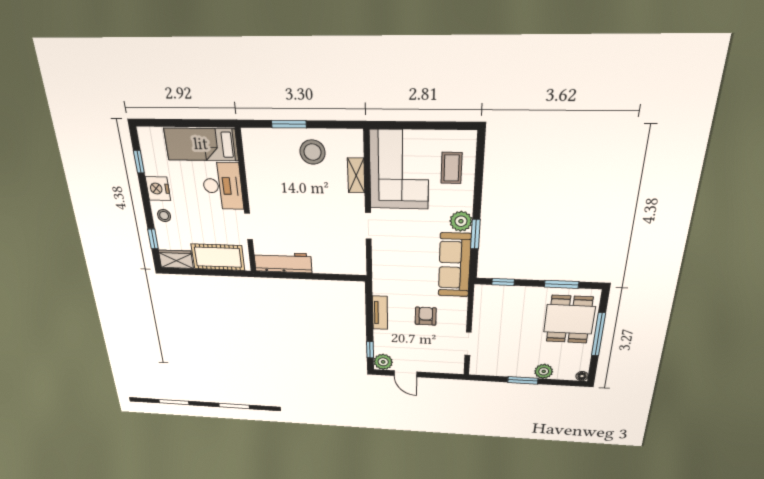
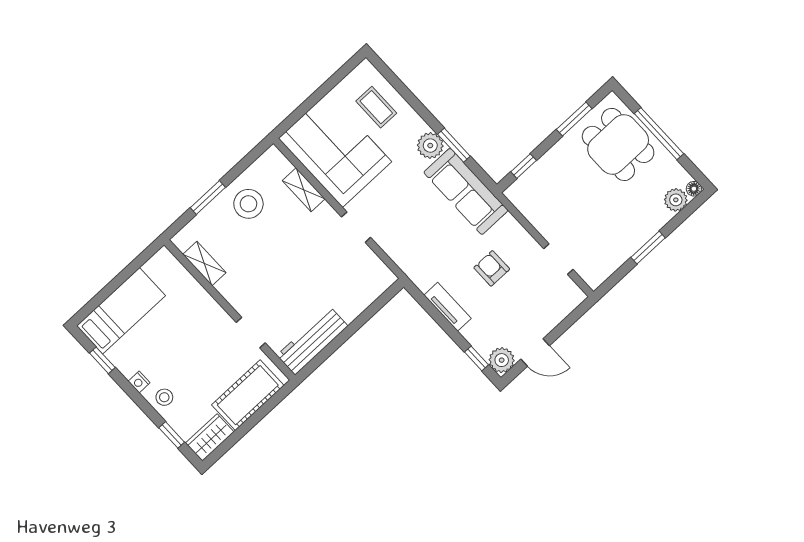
bed: (201, 144) -> (121, 311), moved, turned 180
shelving: (252, 162) -> (204, 264), added
desk: (223, 186) -> (196, 313), removed
nightstand: (158, 189) -> (139, 382), width x0.53, depth x0.56
plant: (544, 371) -> (676, 200), moved

